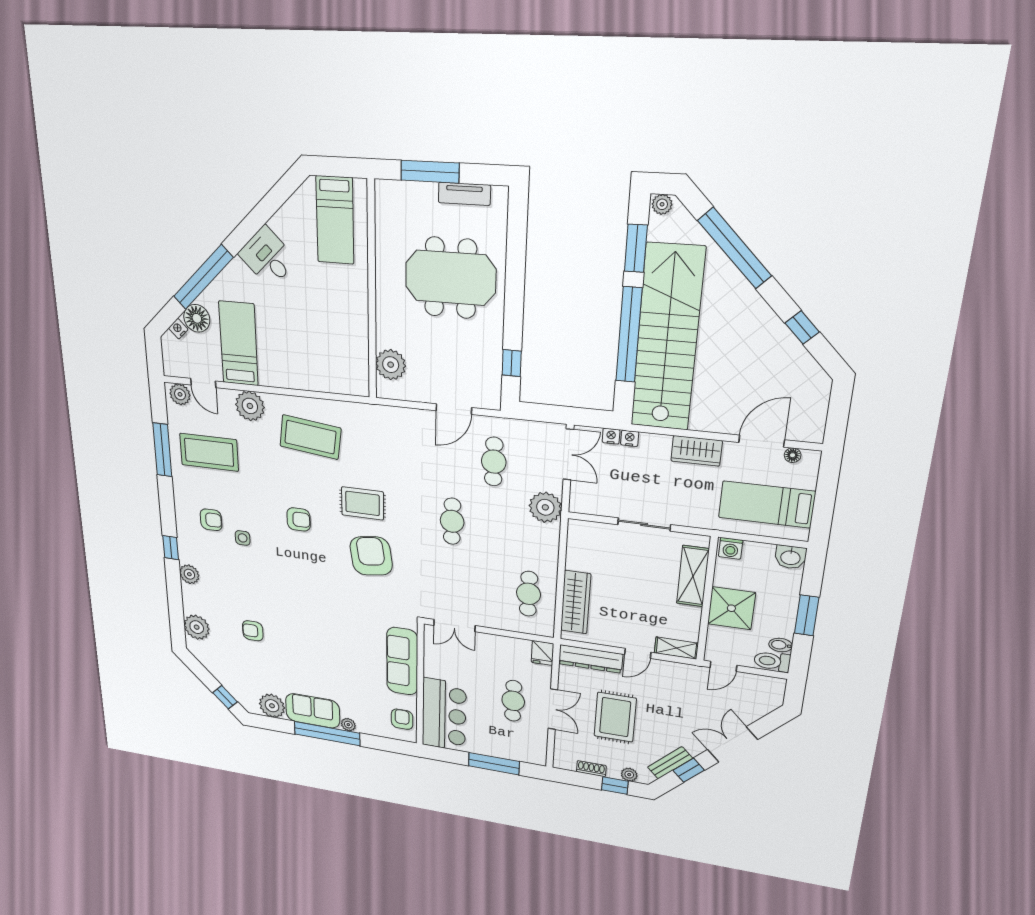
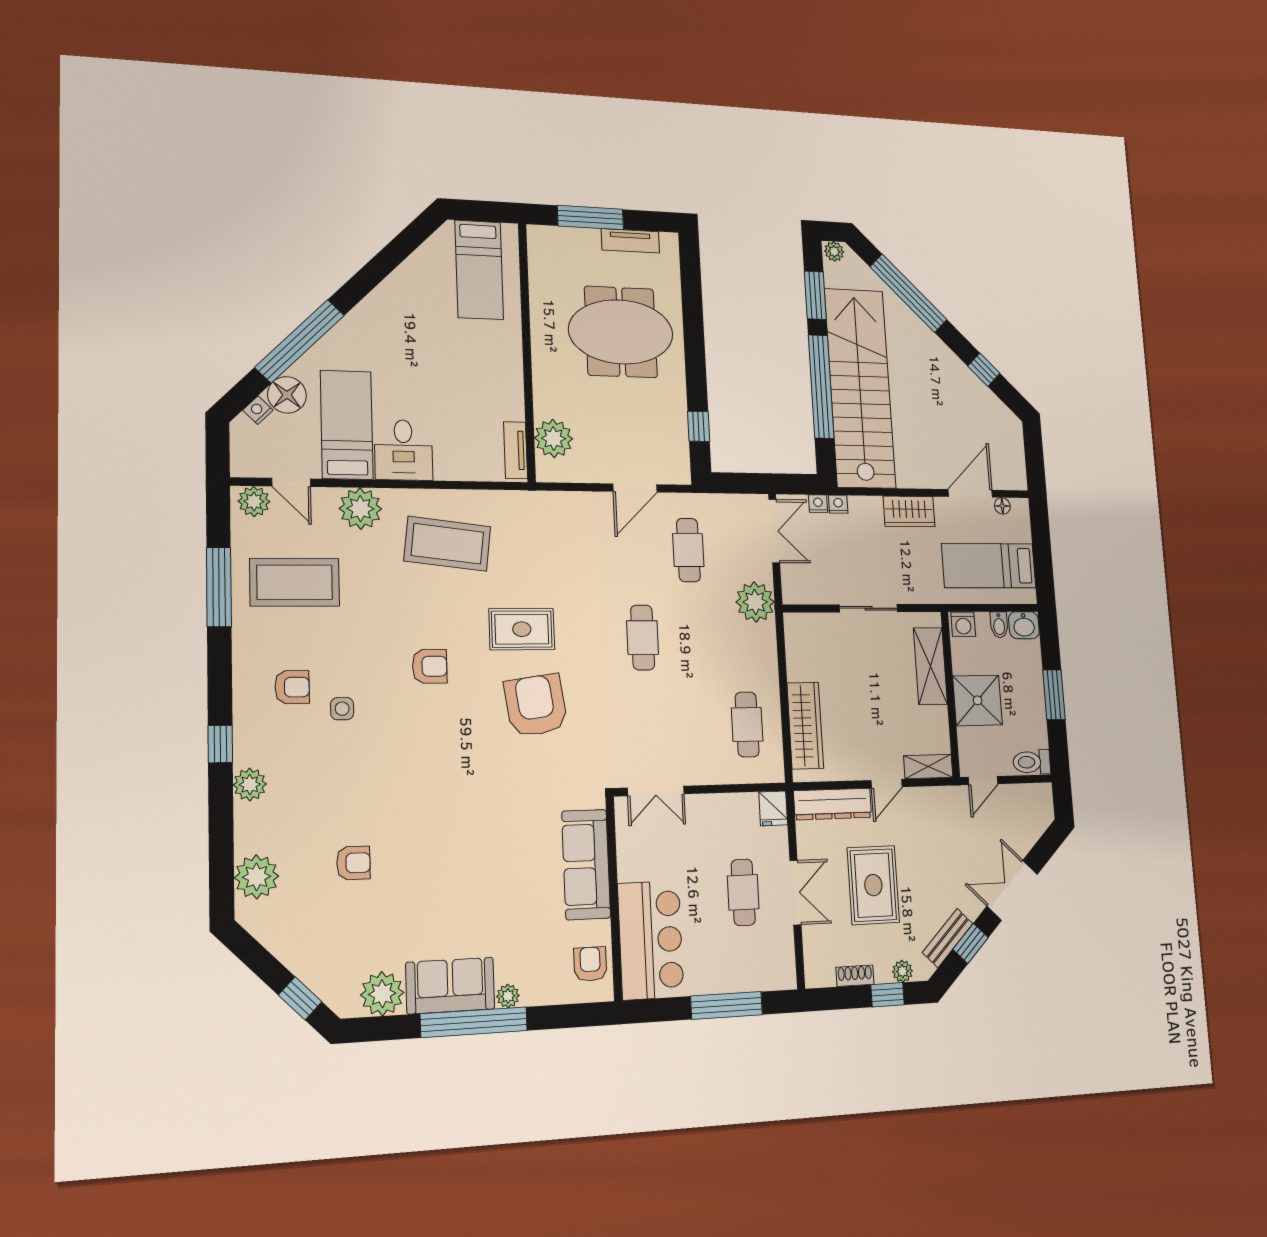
desk: (268, 257) -> (403, 450), moved, turned -135
tv unit: (361, 372) -> (516, 450), added
armchair: (253, 631) -> (353, 863), turned 180
bidet: (781, 645) -> (999, 625), moved, turned -90

